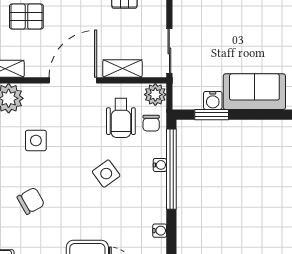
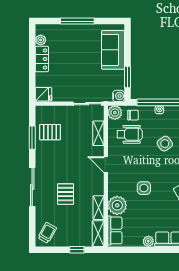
door: (73, 80) -> (106, 165), width x0.53
water cooler: (213, 100) -> (119, 96), moved

